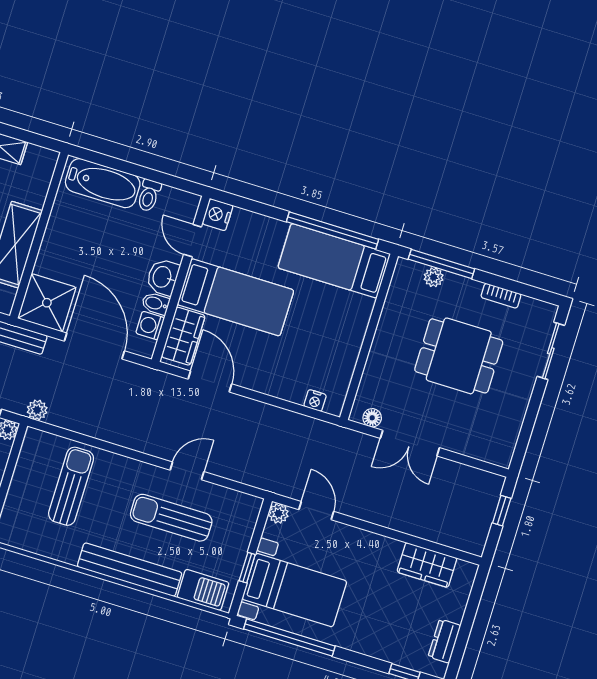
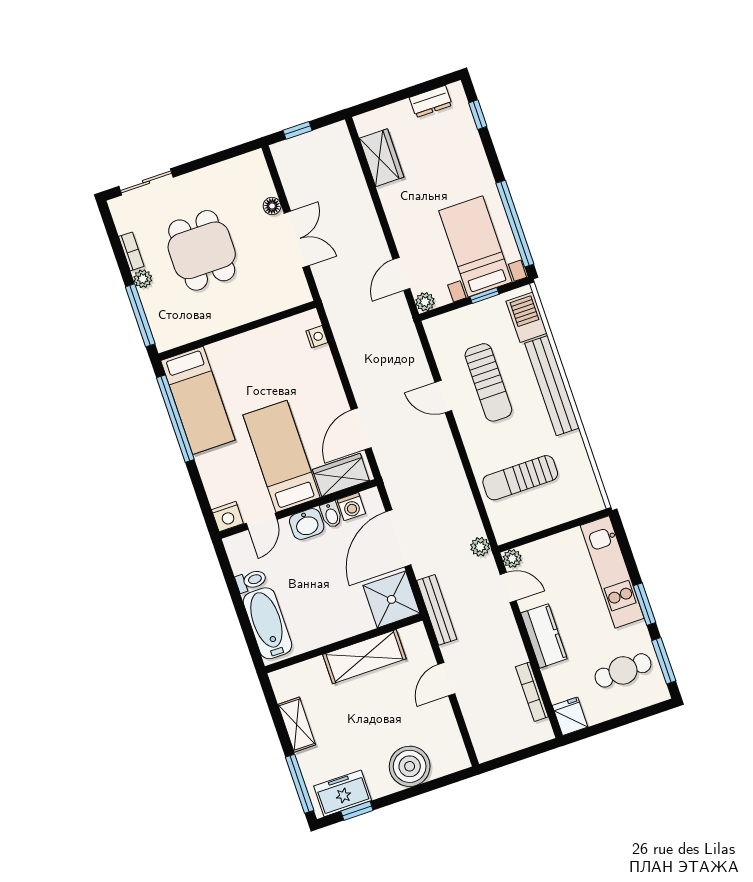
plant: (434, 277) -> (143, 279), moved
floor lamp: (372, 418) -> (272, 206), moved

